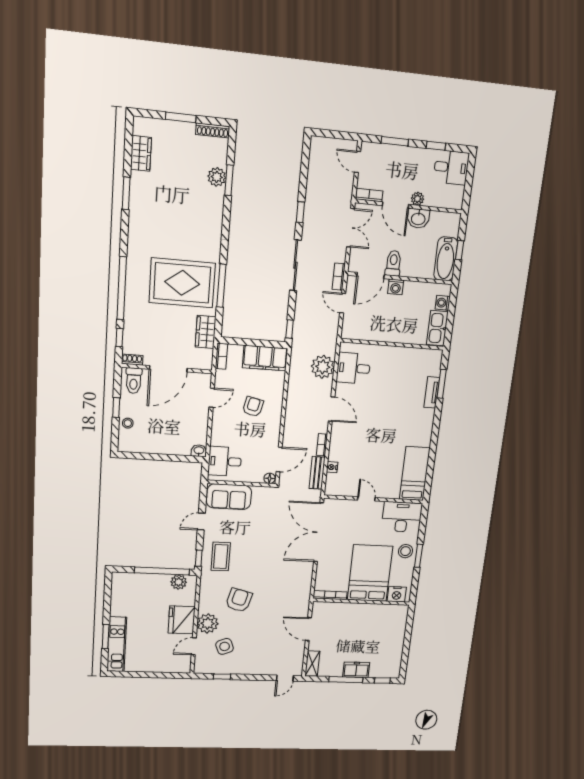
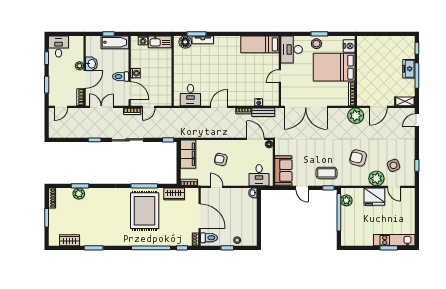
floor lamp: (432, 366) -> (185, 42), added
plant: (323, 367) -> (356, 116), moved
door: (285, 678) -> (417, 120), swing flipped

